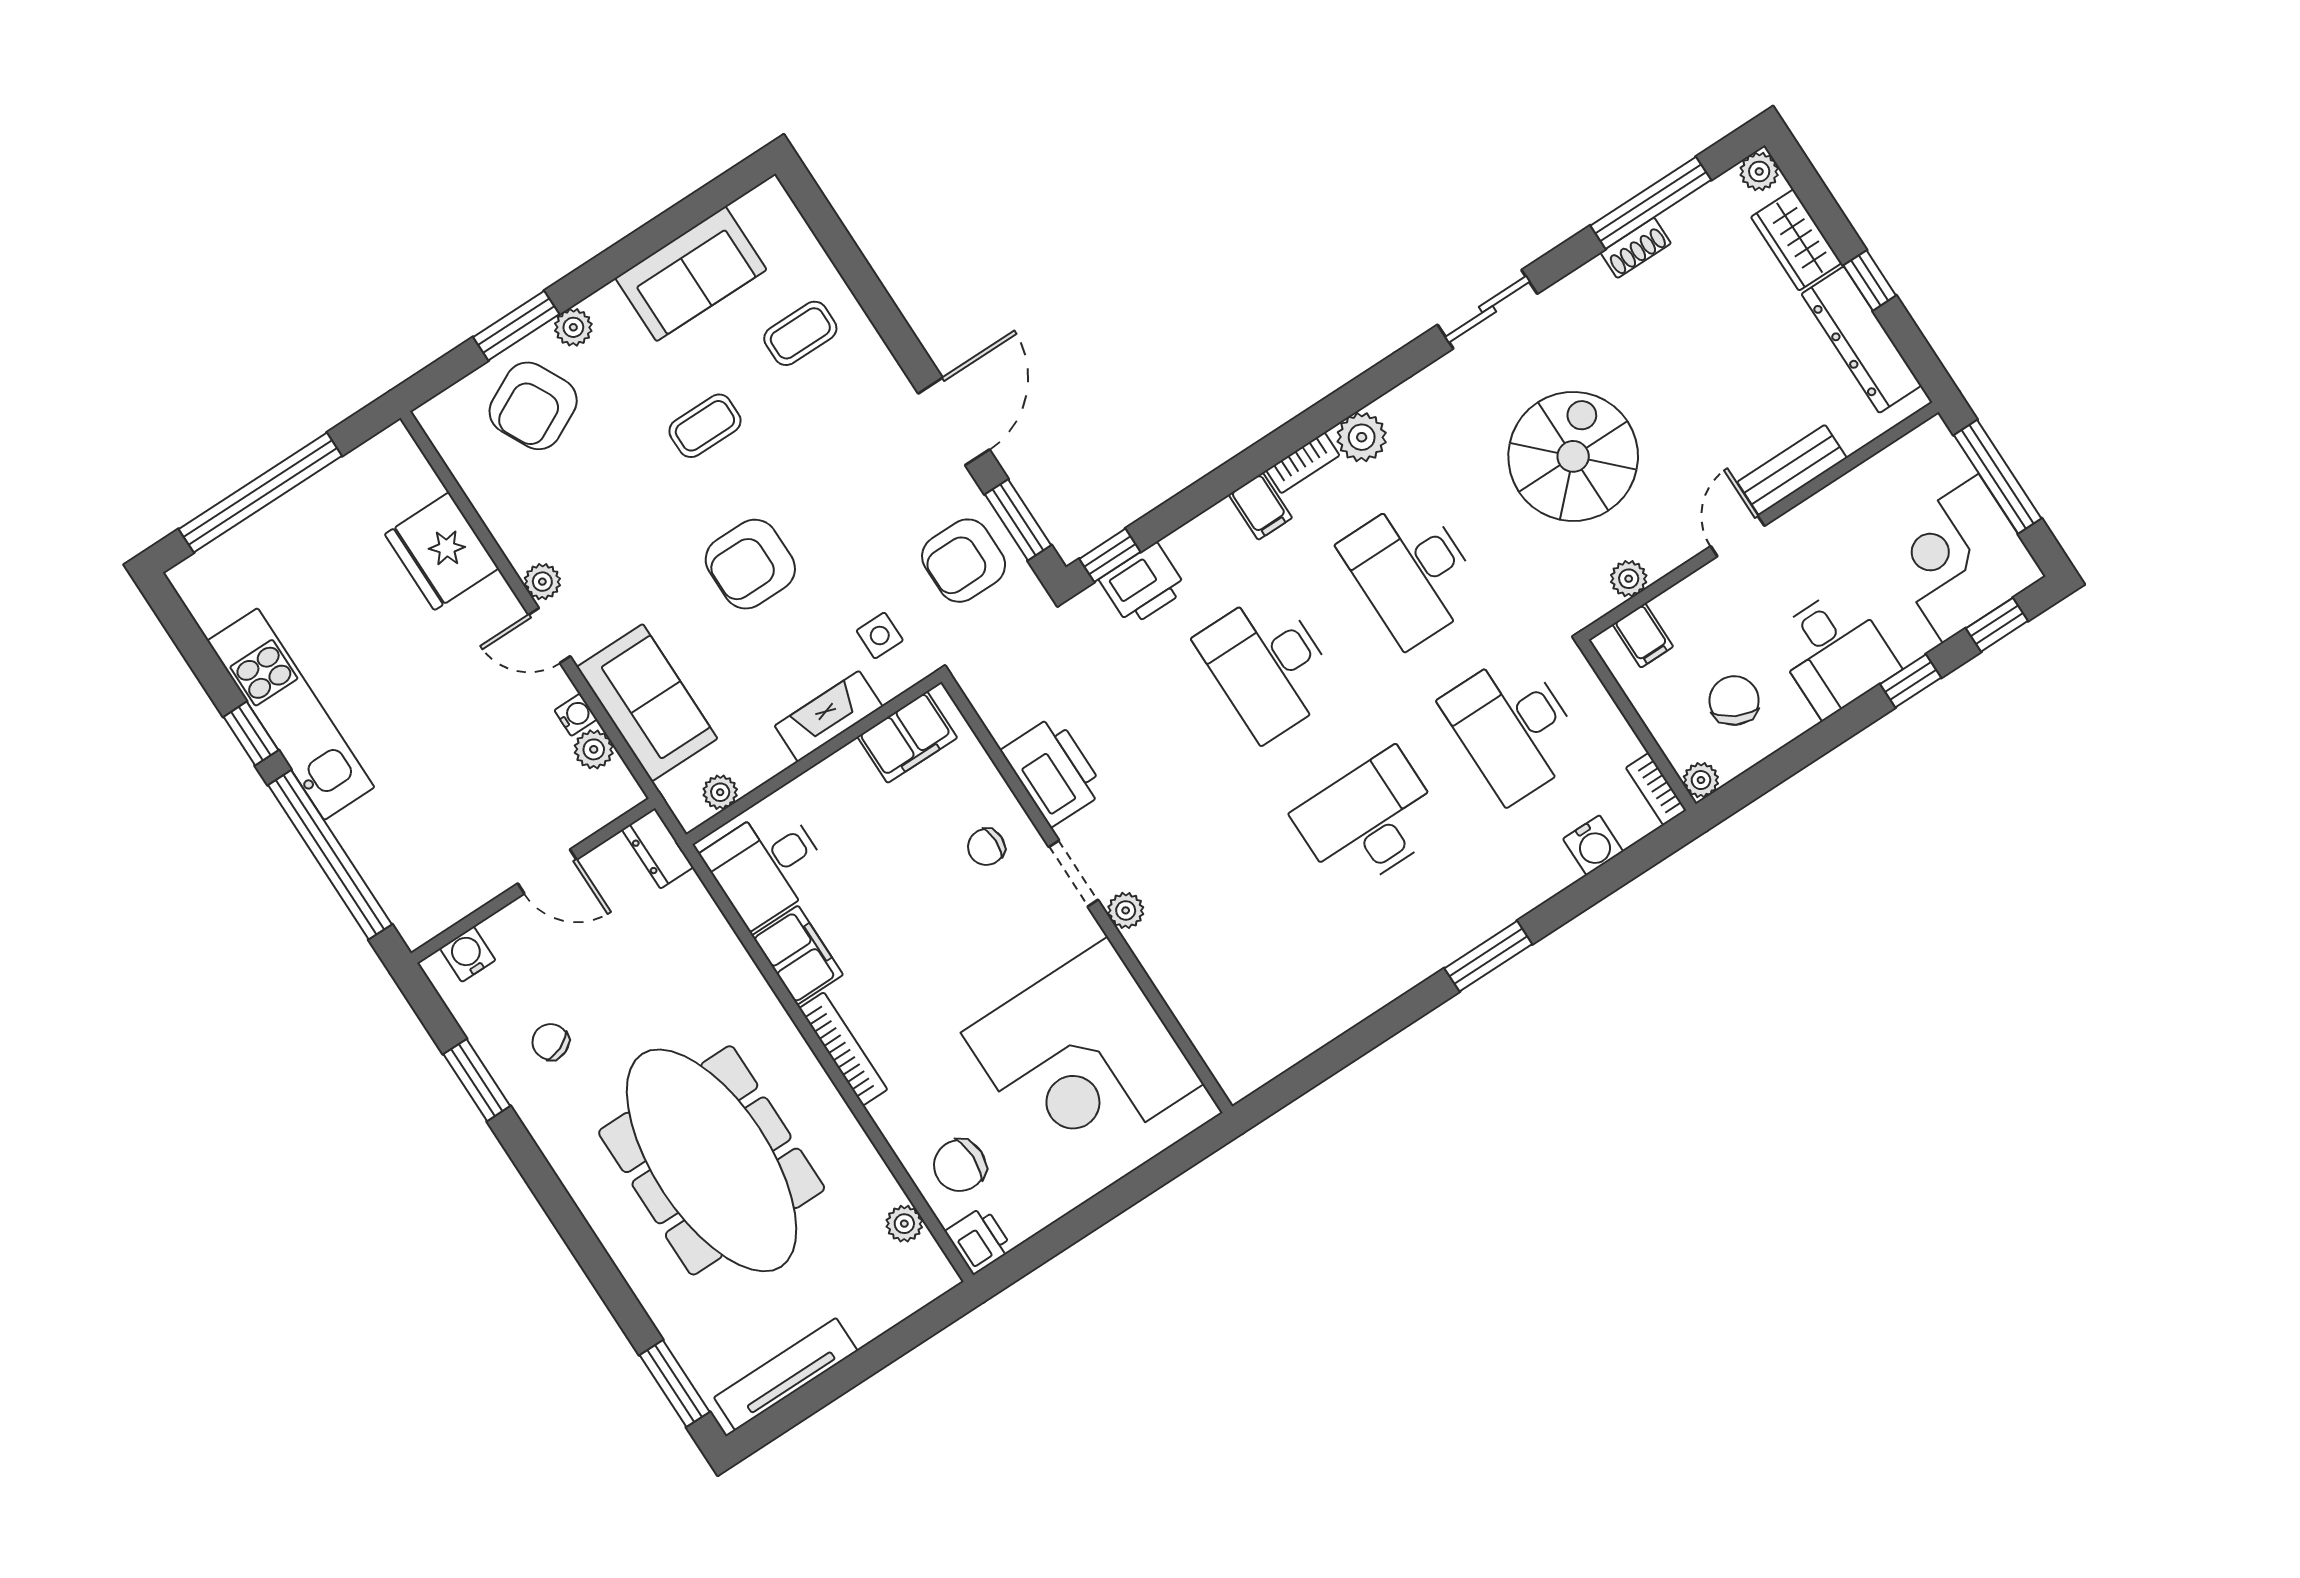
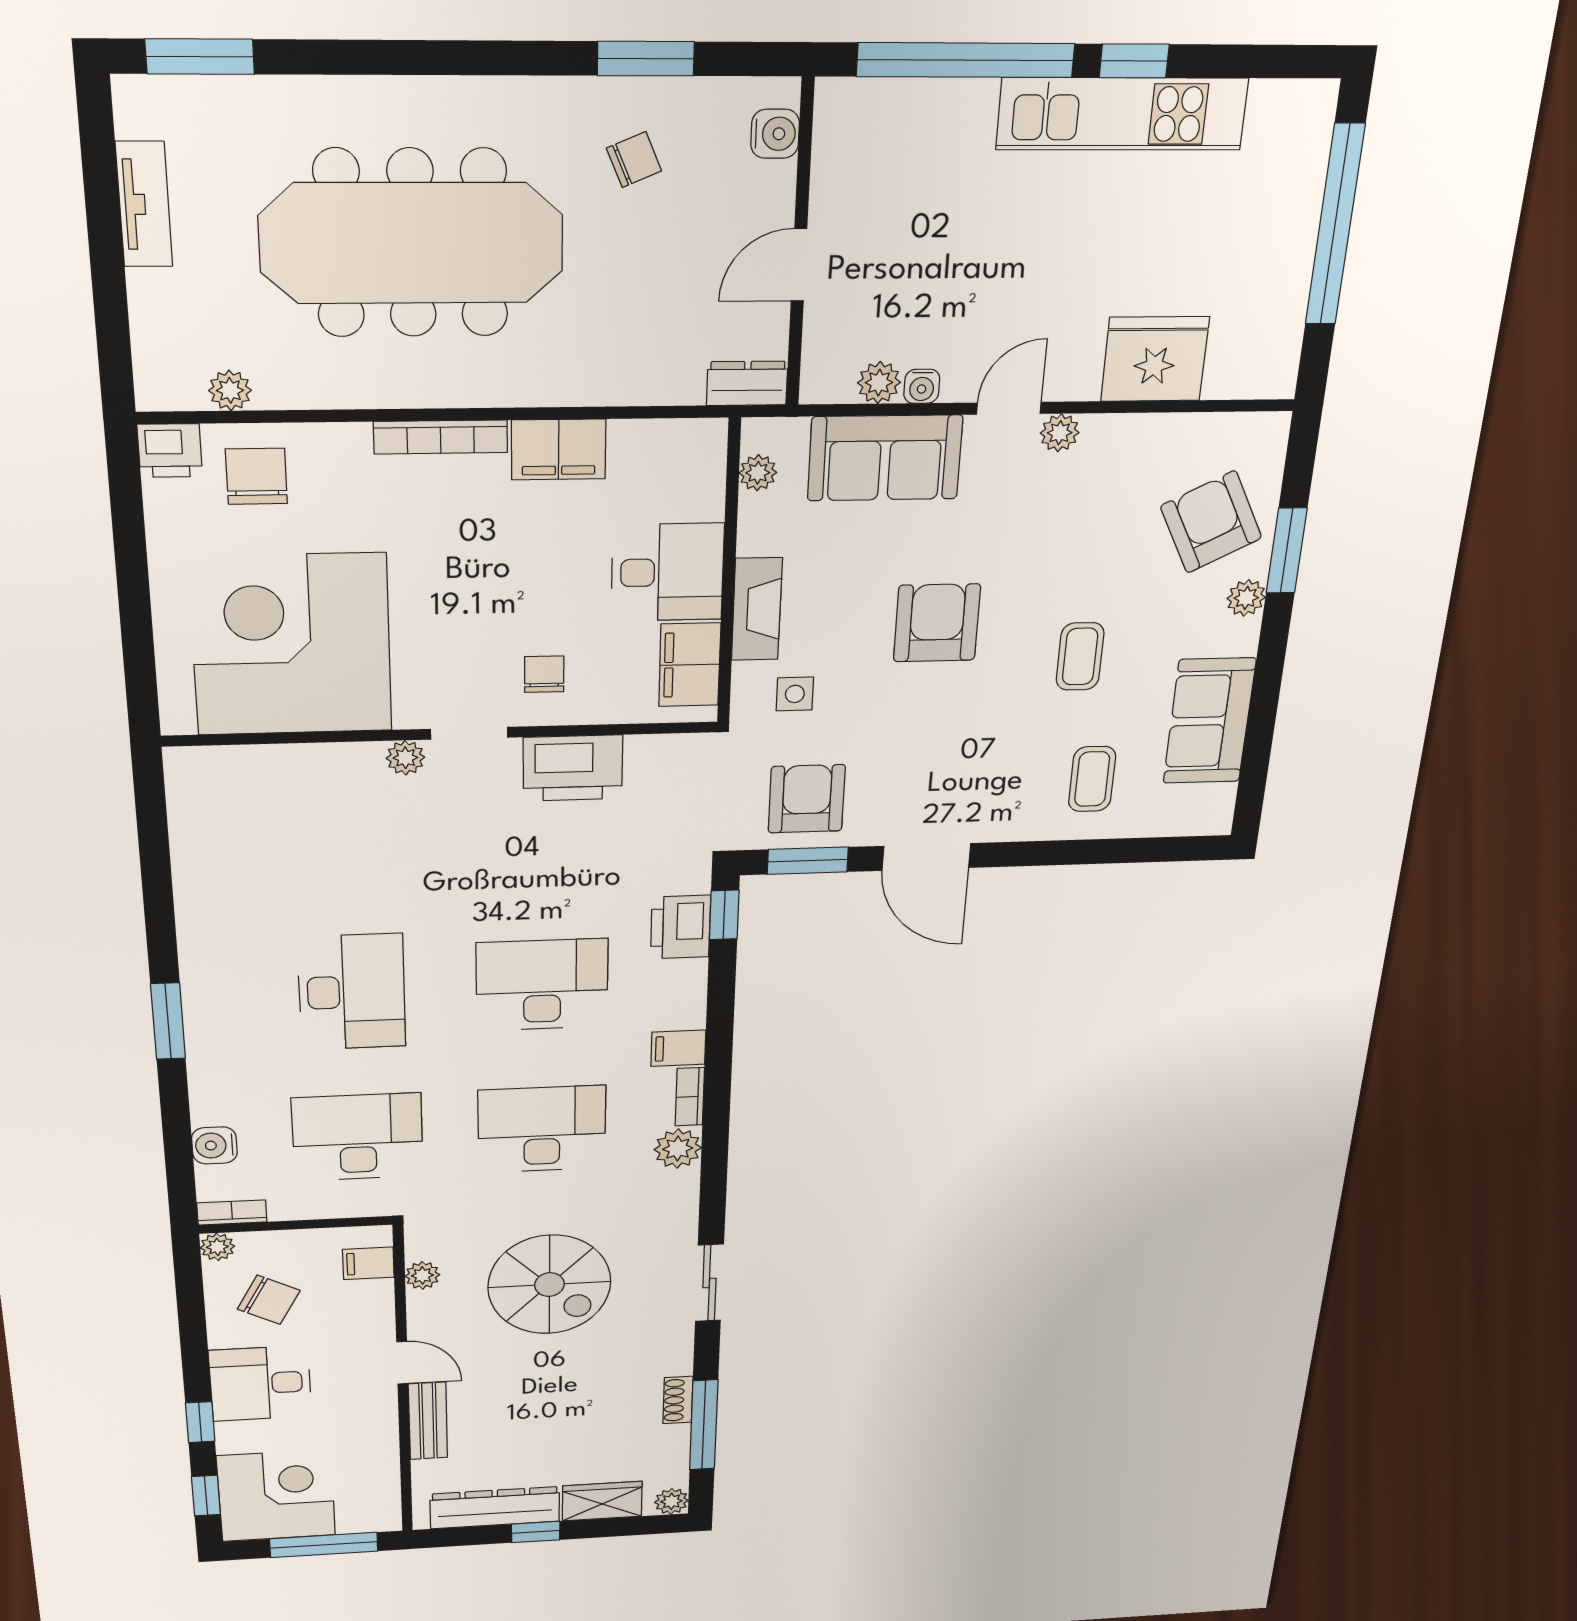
desk: (766, 865) -> (668, 572), moved, turned 90
tv unit: (786, 1374) -> (144, 204), width x0.71

